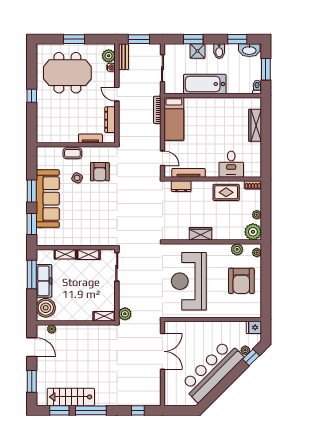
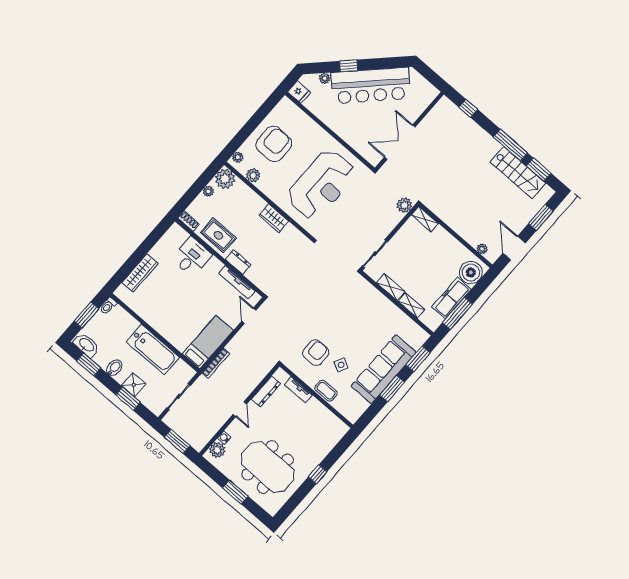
bench: (123, 57) -> (205, 438), removed
dresser: (181, 186) -> (238, 262), moved
window: (251, 357) -> (349, 66), moved

